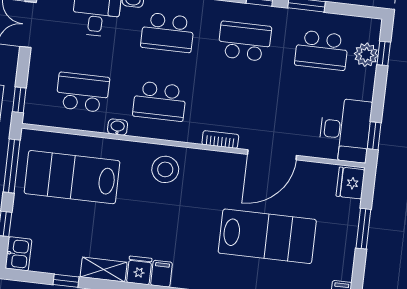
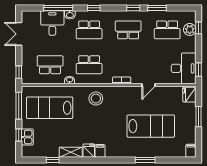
door: (272, 155) -> (148, 85), width x0.53
kitchen sink: (18, 254) -> (27, 137), moved

